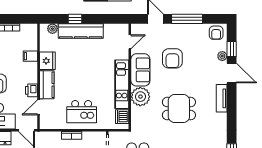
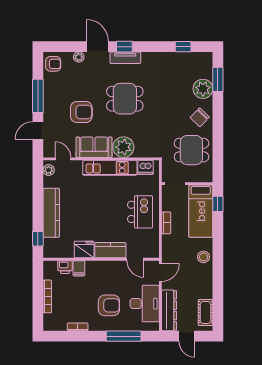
window: (75, 19) -> (38, 239), moved
plant: (52, 29) -> (49, 170), moved
window: (232, 49) -> (124, 47), moved
door: (232, 73) -> (97, 47), hinge flipped
printer: (31, 90) -> (65, 267), moved
dining table: (179, 109) -> (125, 99), moved, turned 90

